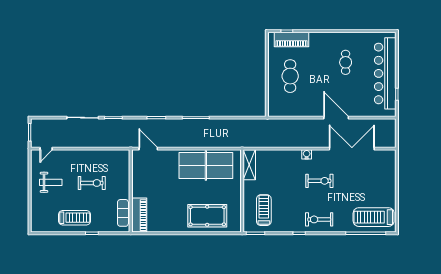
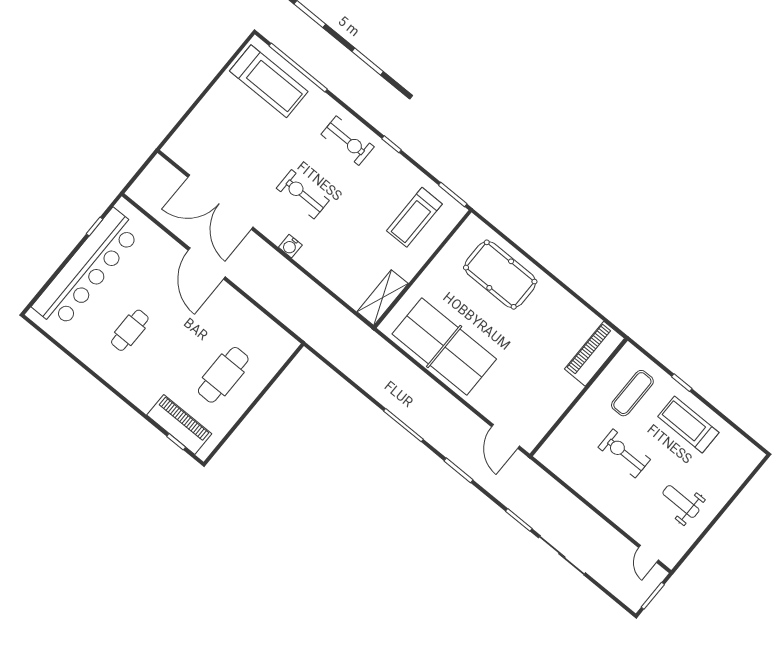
door: (46, 149) -> (649, 554), swing flipped
exercise mat: (123, 213) -> (632, 393), moved

